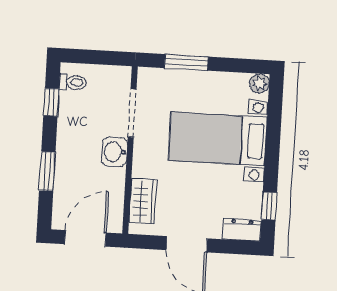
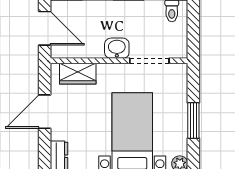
window: (186, 62) -> (193, 121), moved

